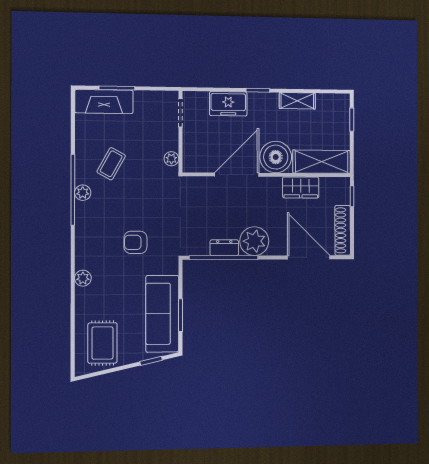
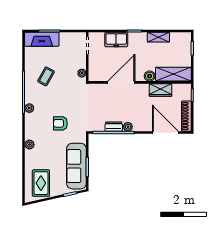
boiler: (276, 157) -> (150, 76), width x0.54, depth x0.54
plant: (83, 193) -> (29, 108), moved
plant: (254, 241) -> (128, 127), width x0.53, depth x0.53

